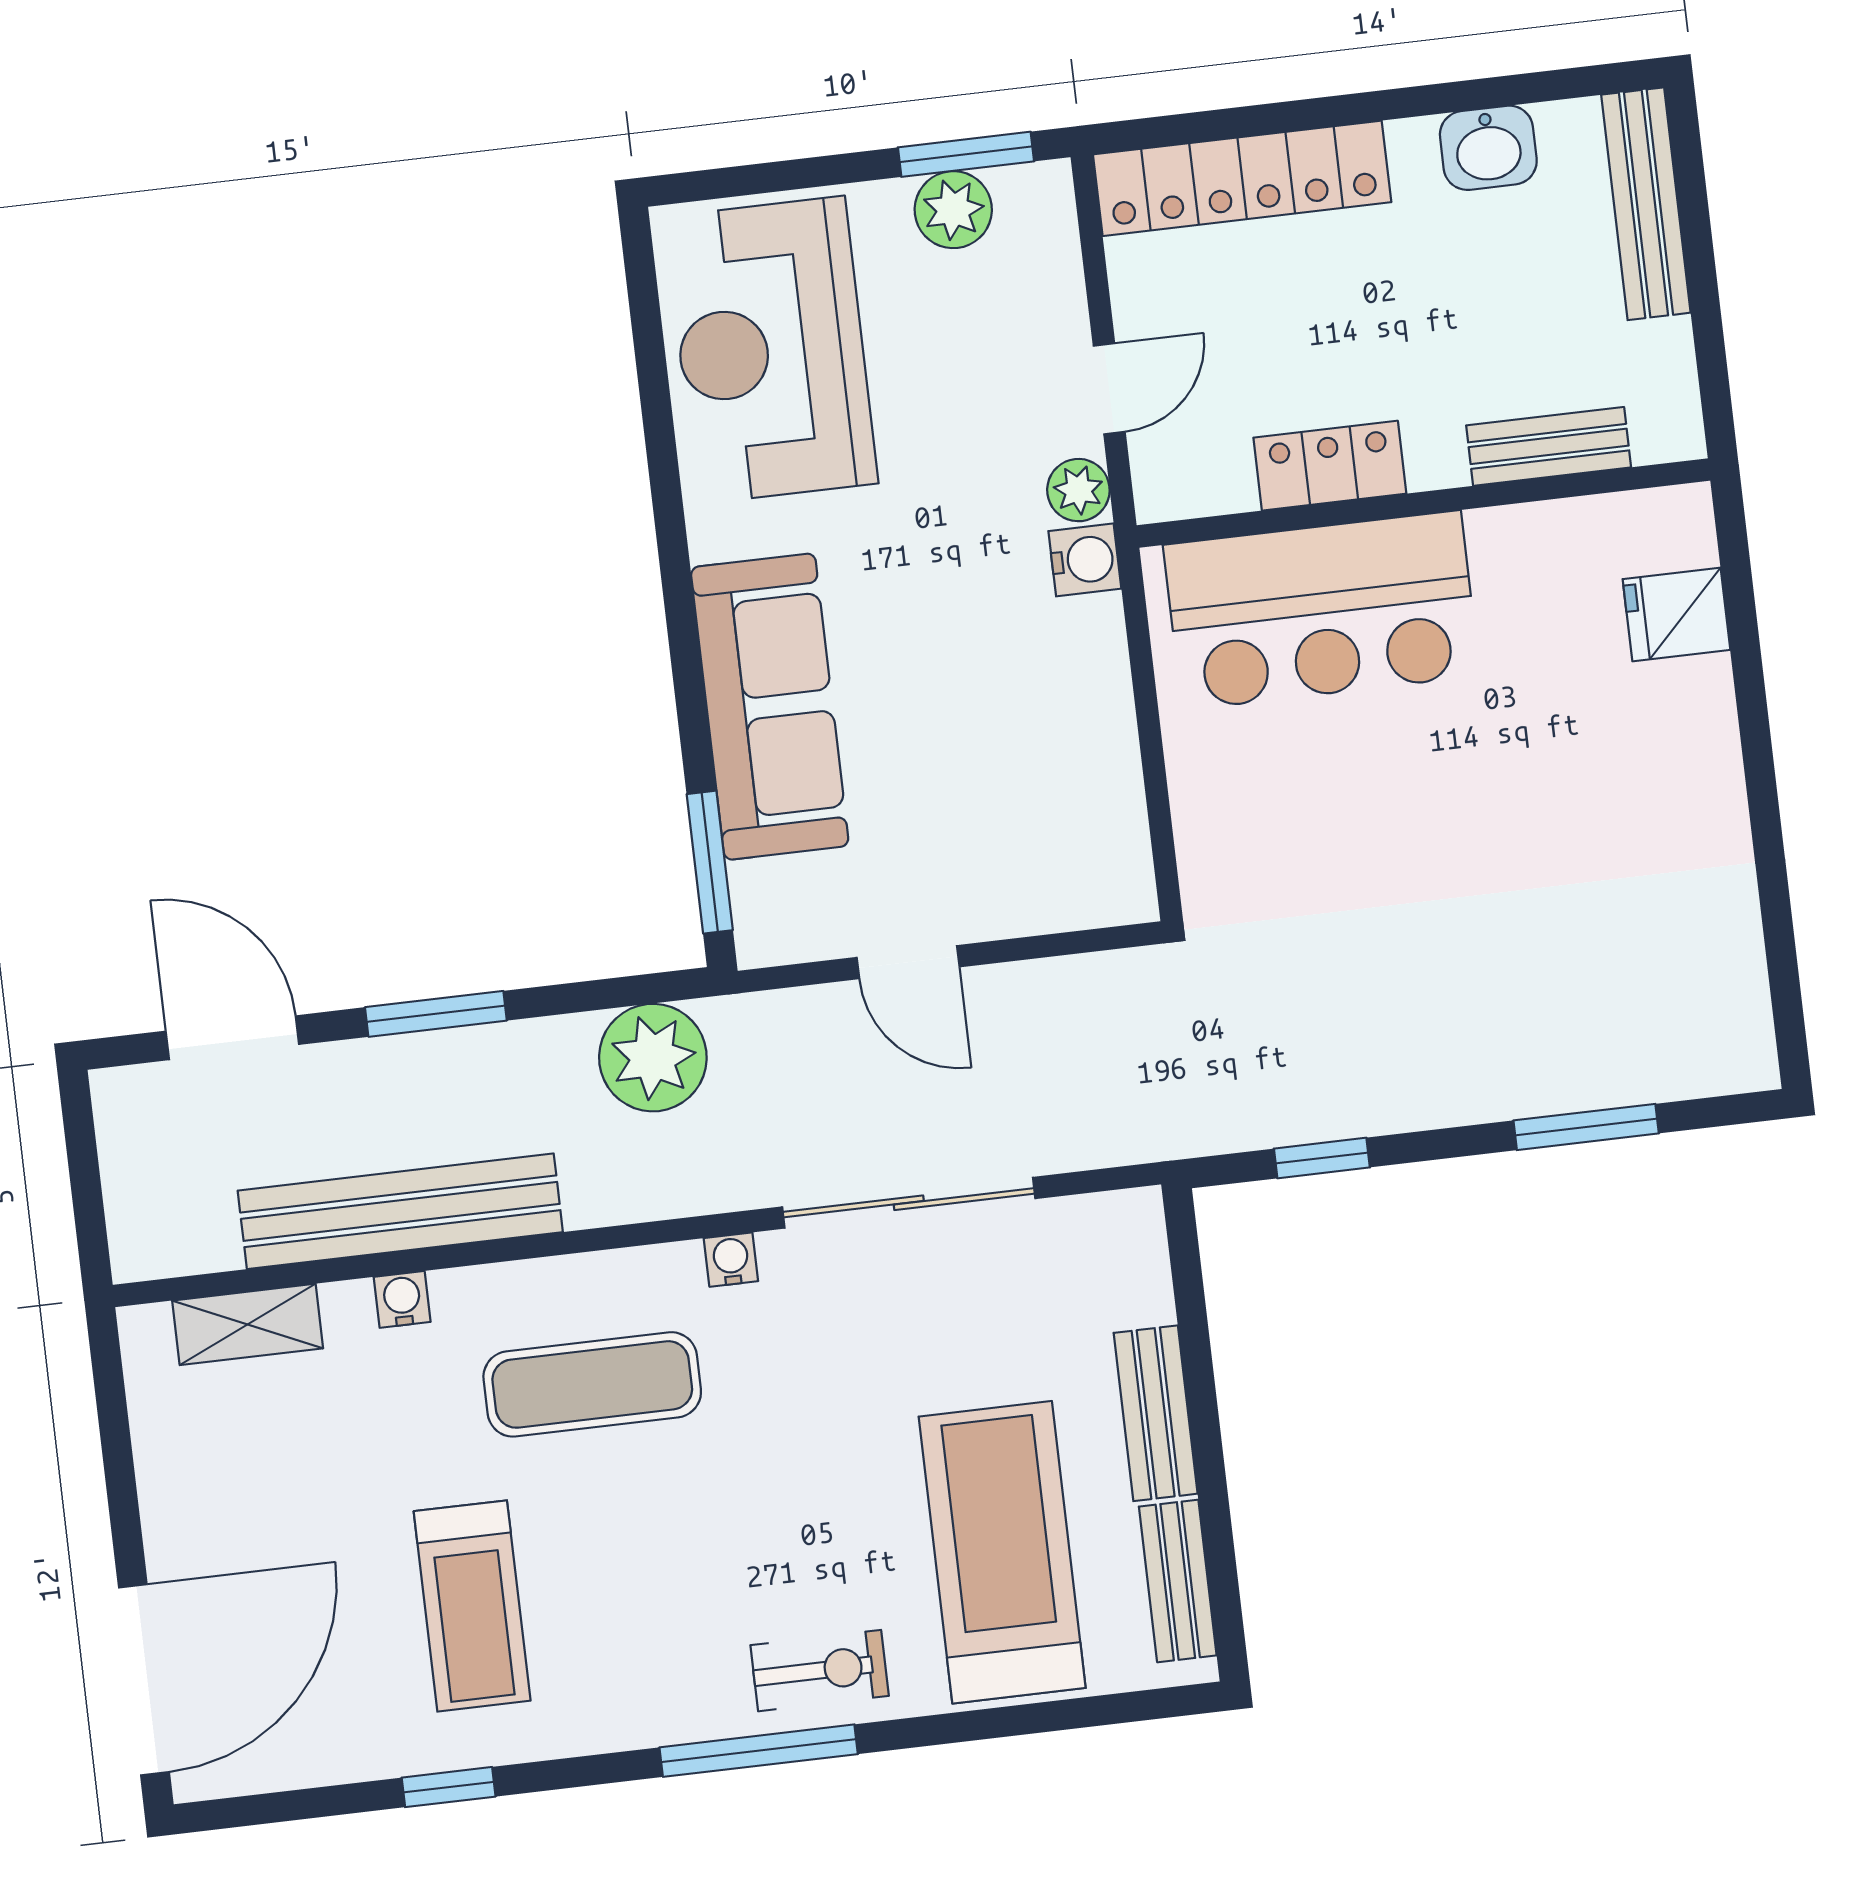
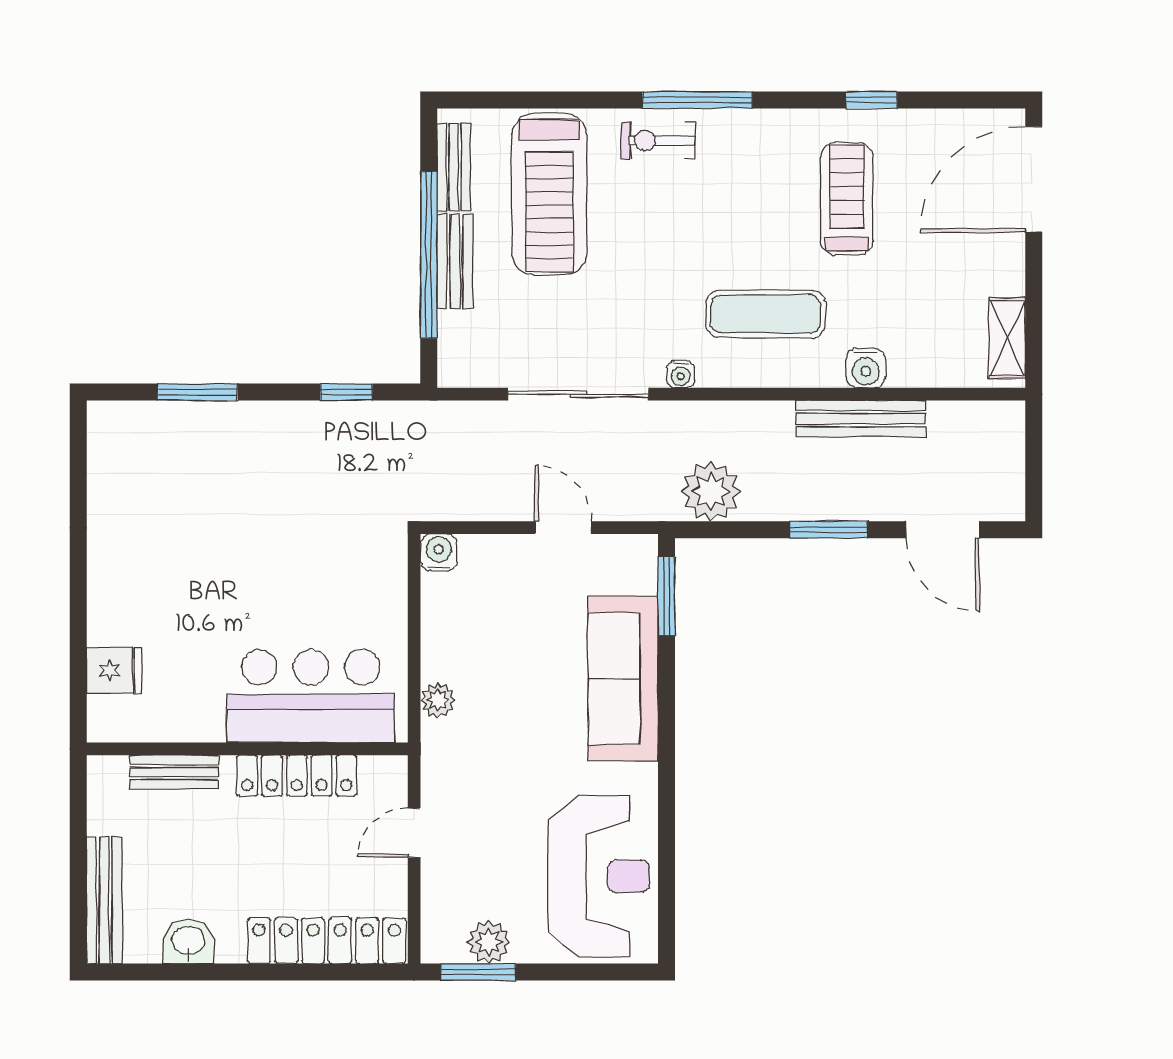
locker: (1330, 466) -> (297, 776), width x1.53
plant: (1078, 490) -> (438, 700), moved
water cooler: (1085, 560) -> (439, 552), moved, turned 90
bench: (400, 1211) -> (861, 419), width x0.73, depth x0.82
water cooler: (402, 1299) -> (866, 368), width x1.38, depth x1.38
shelving: (248, 1324) -> (1007, 338), moved, turned 90
window: (1204, 1419) -> (429, 255), added

